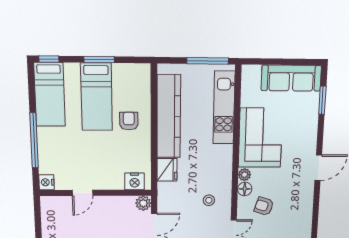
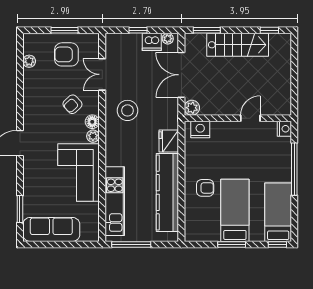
armchair: (129, 121) -> (205, 188), turned -90
stool: (209, 200) -> (127, 110), width x1.89, depth x1.89
armchair: (264, 206) -> (72, 104), turned 119

